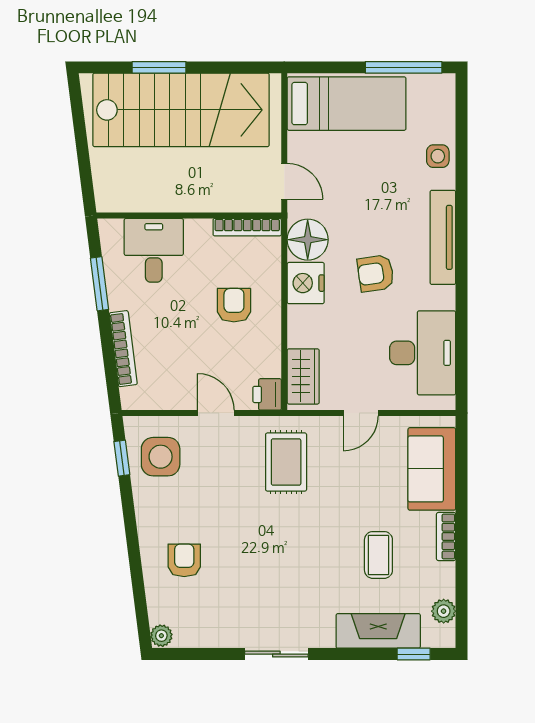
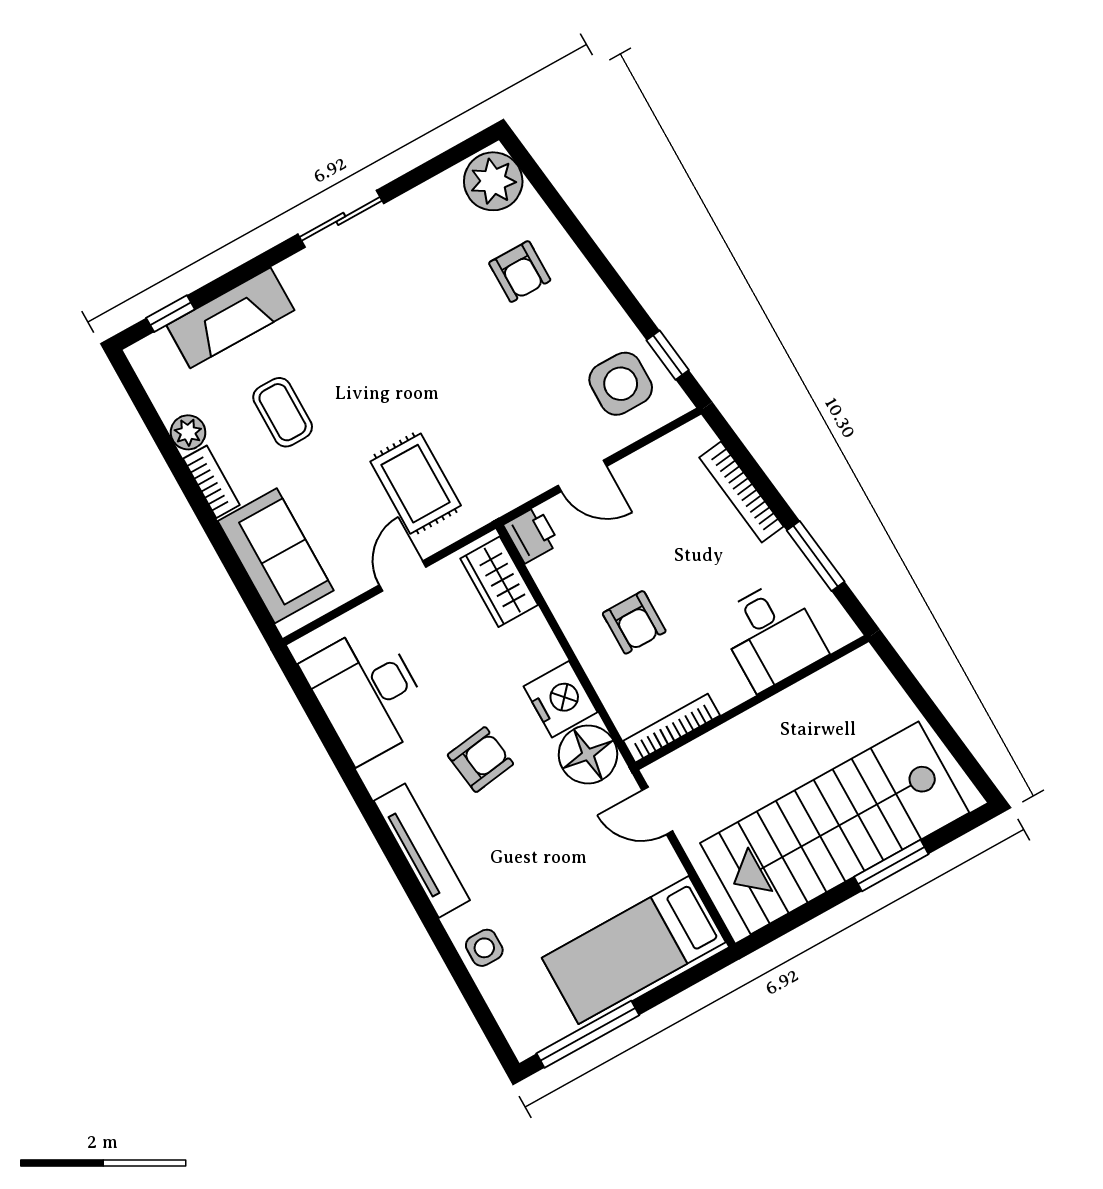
rug: (286, 462) -> (416, 484), moved
plant: (444, 611) -> (188, 432), moved
plant: (161, 636) -> (493, 181), width x1.87, depth x1.87

